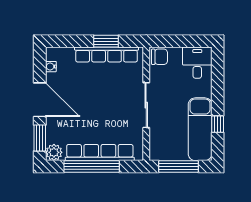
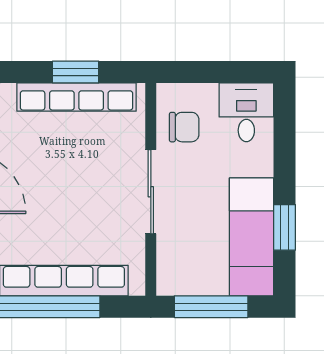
chair: (160, 57) -> (184, 127), moved
window: (218, 124) -> (284, 227), width x1.50

